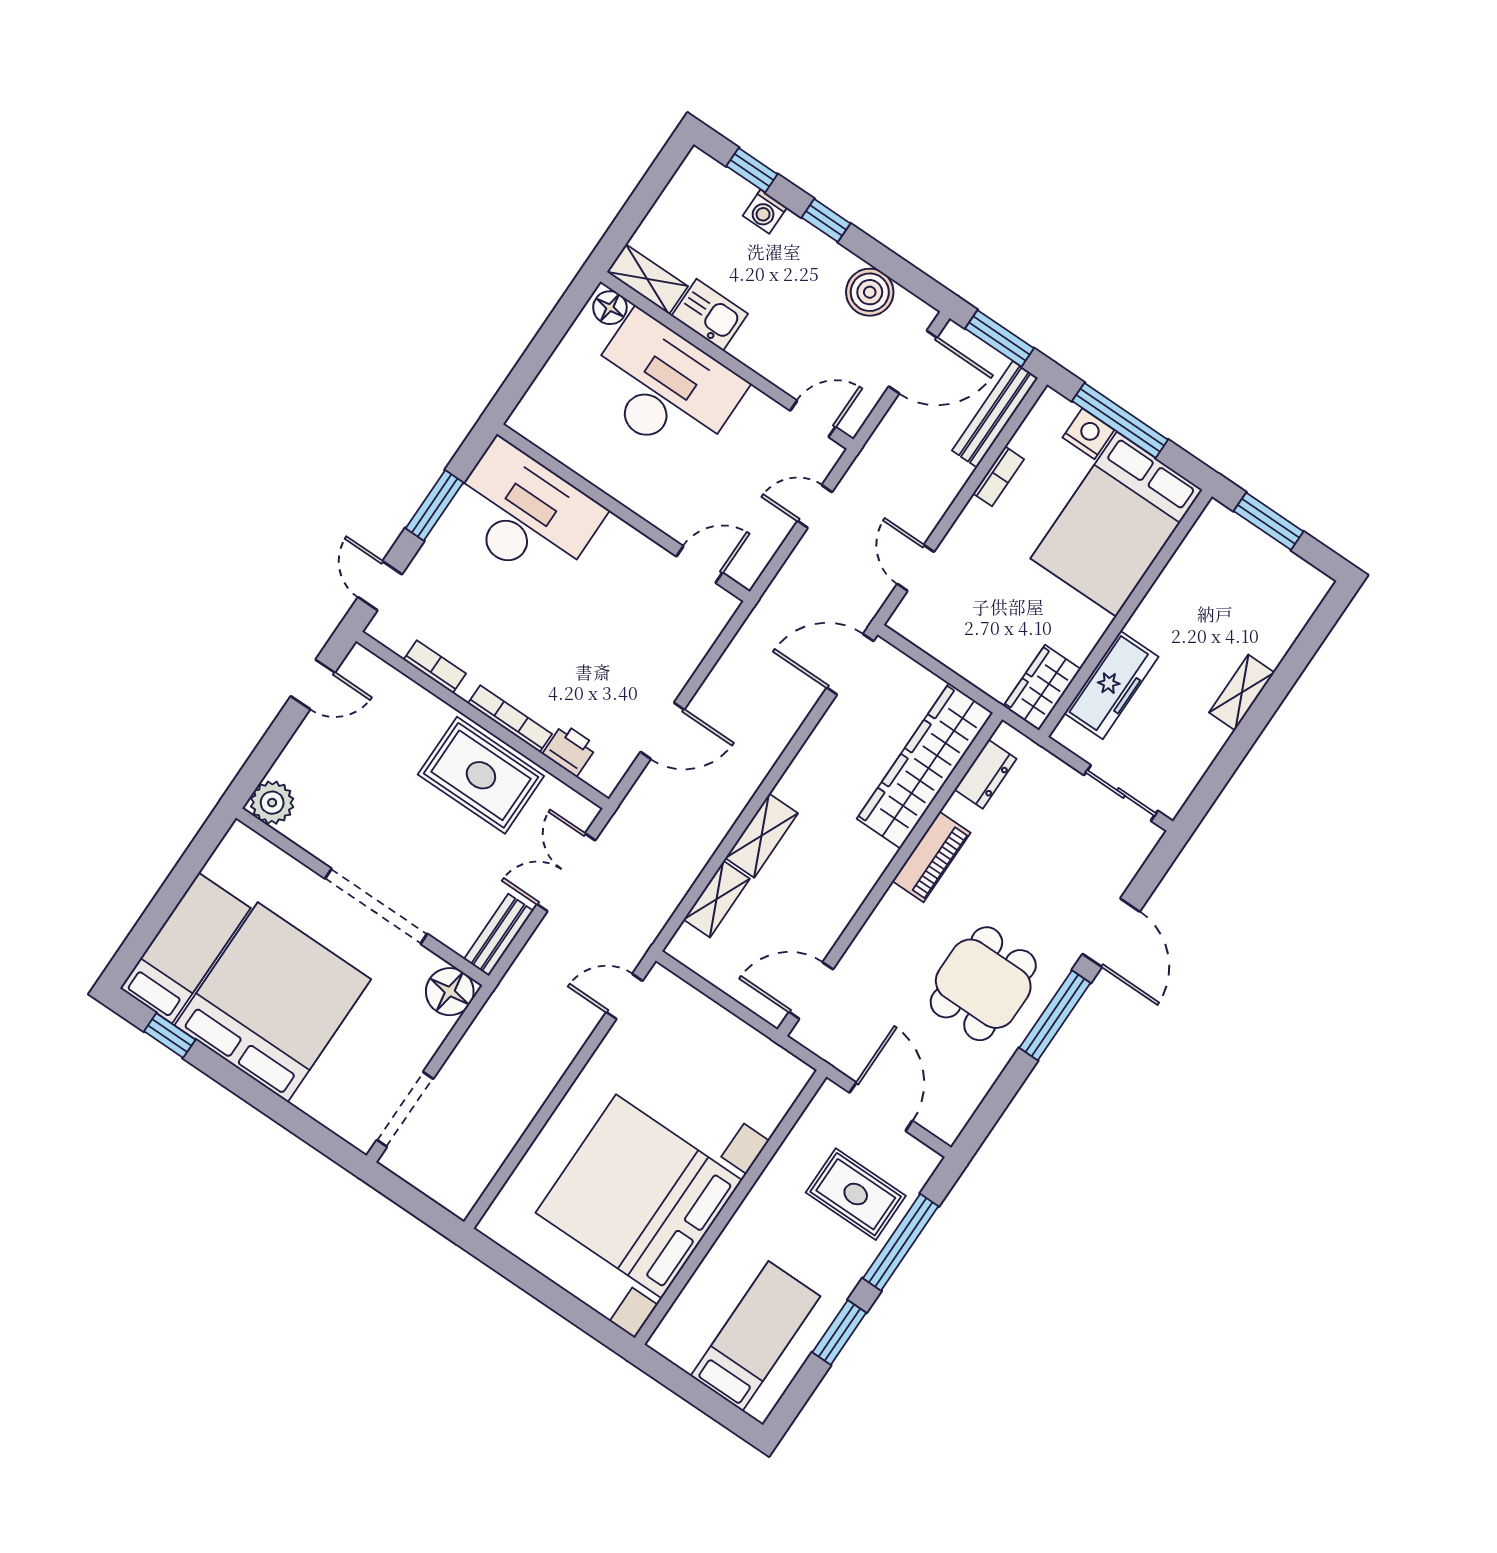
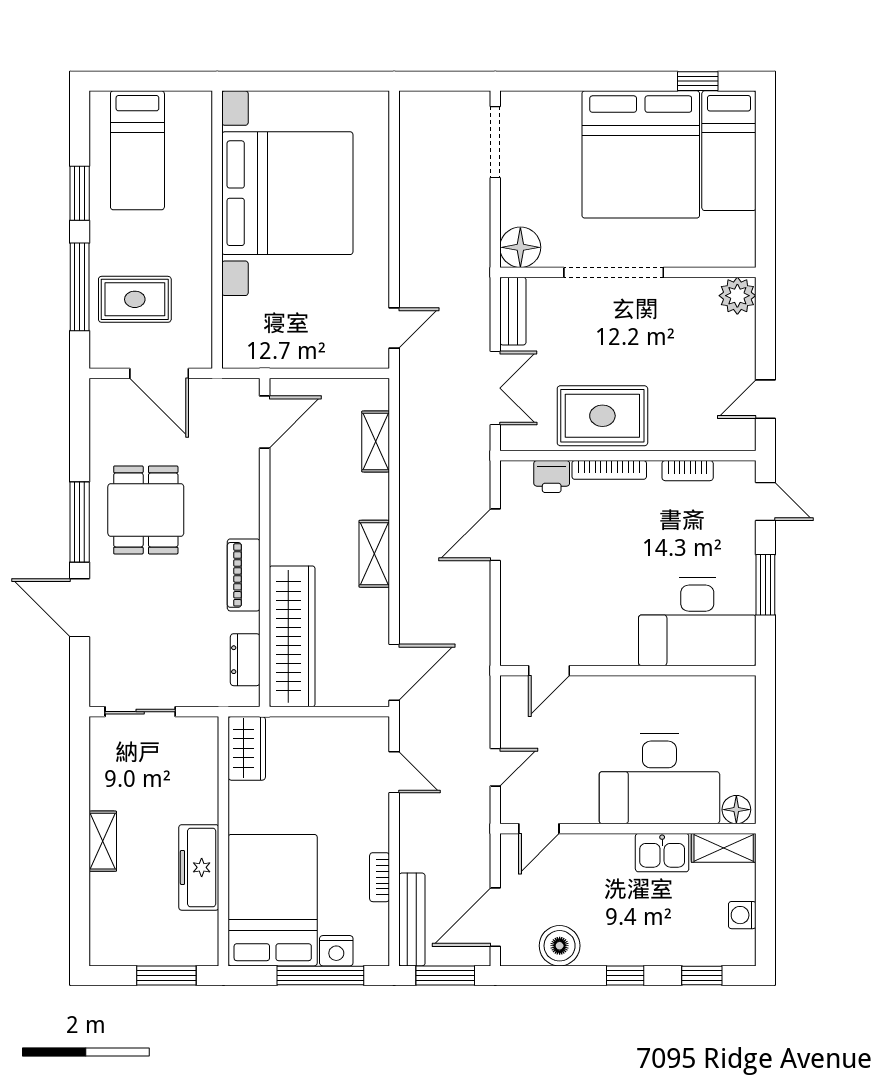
washing machine: (765, 212) -> (742, 915), moved, turned -90
freezer: (1111, 685) -> (199, 867), moved
shelving: (762, 836) -> (374, 554), moved

